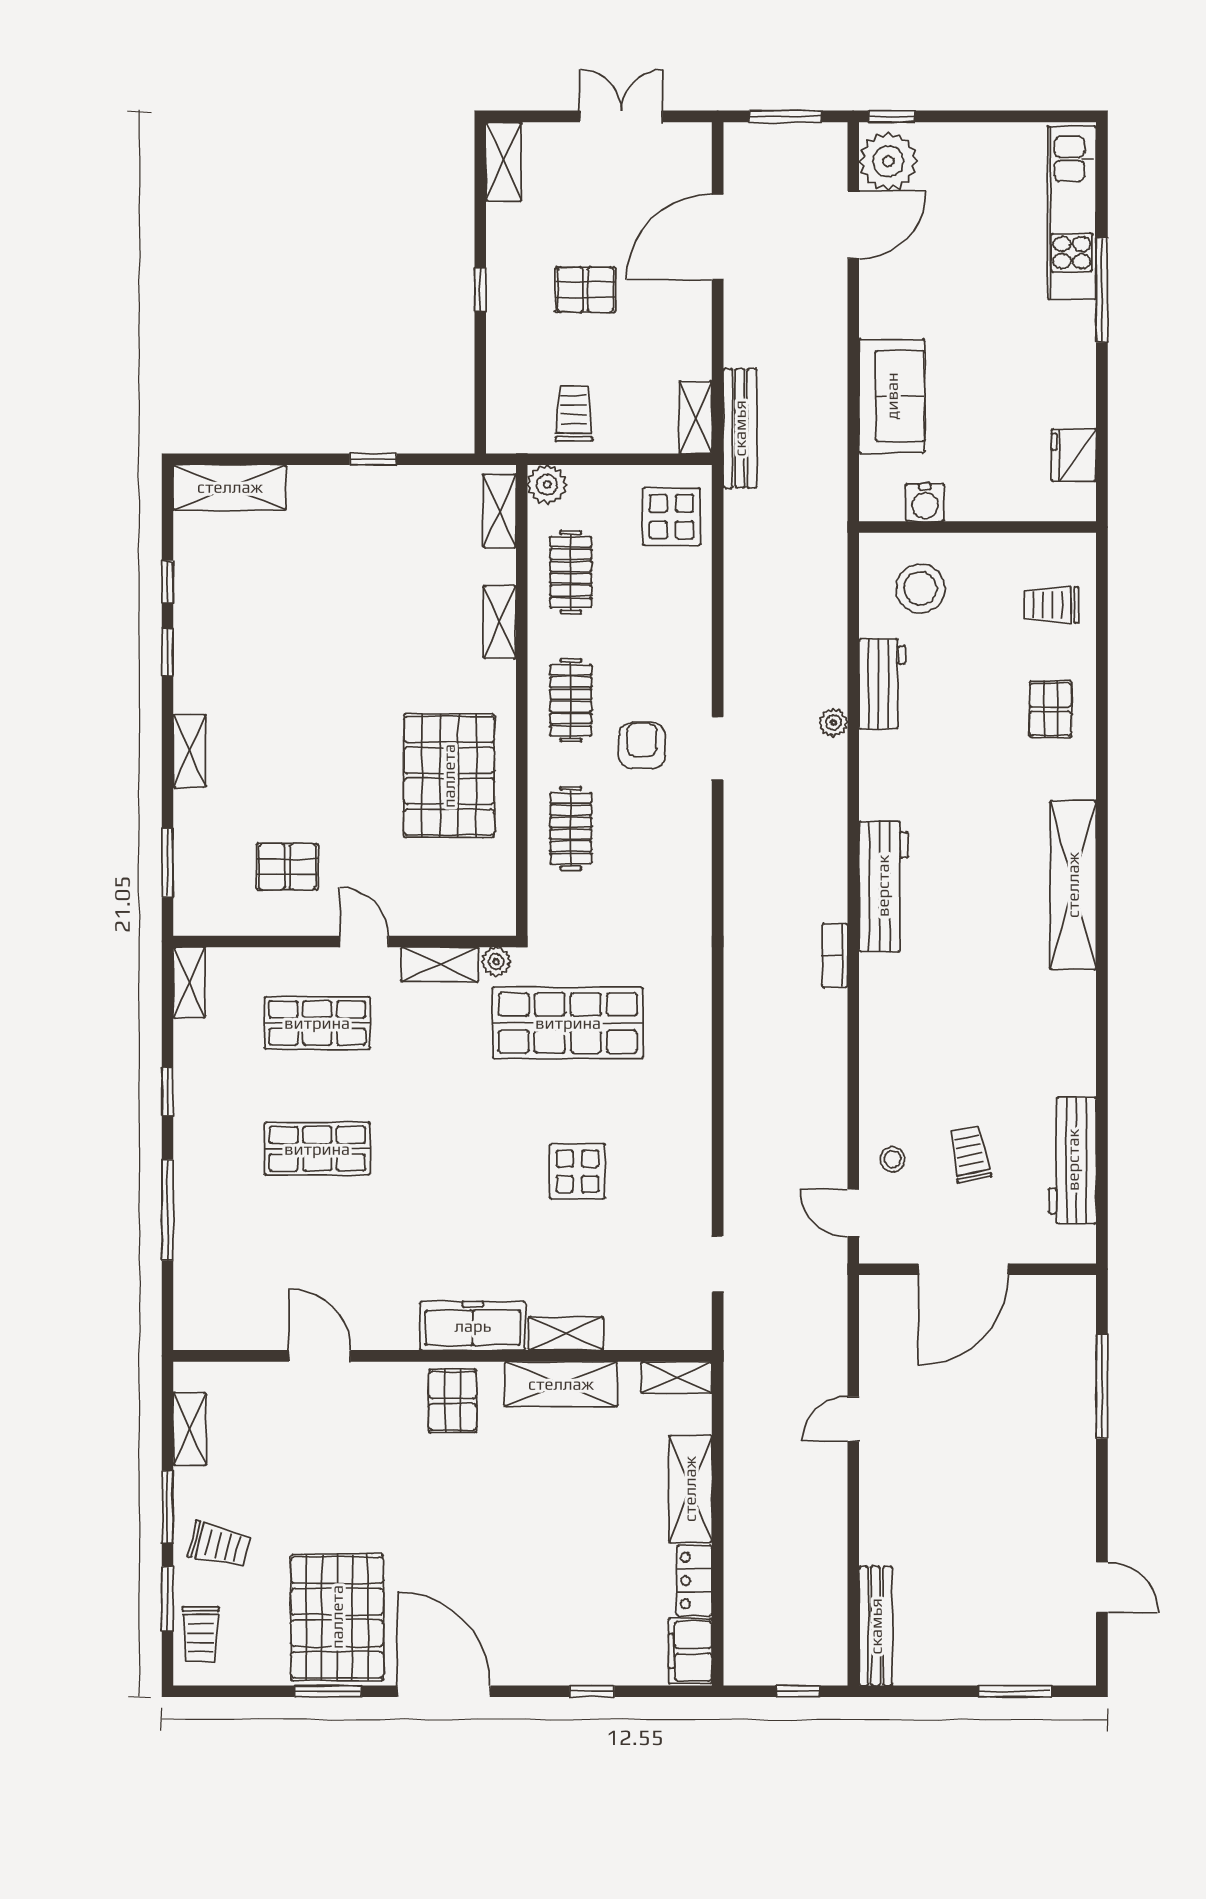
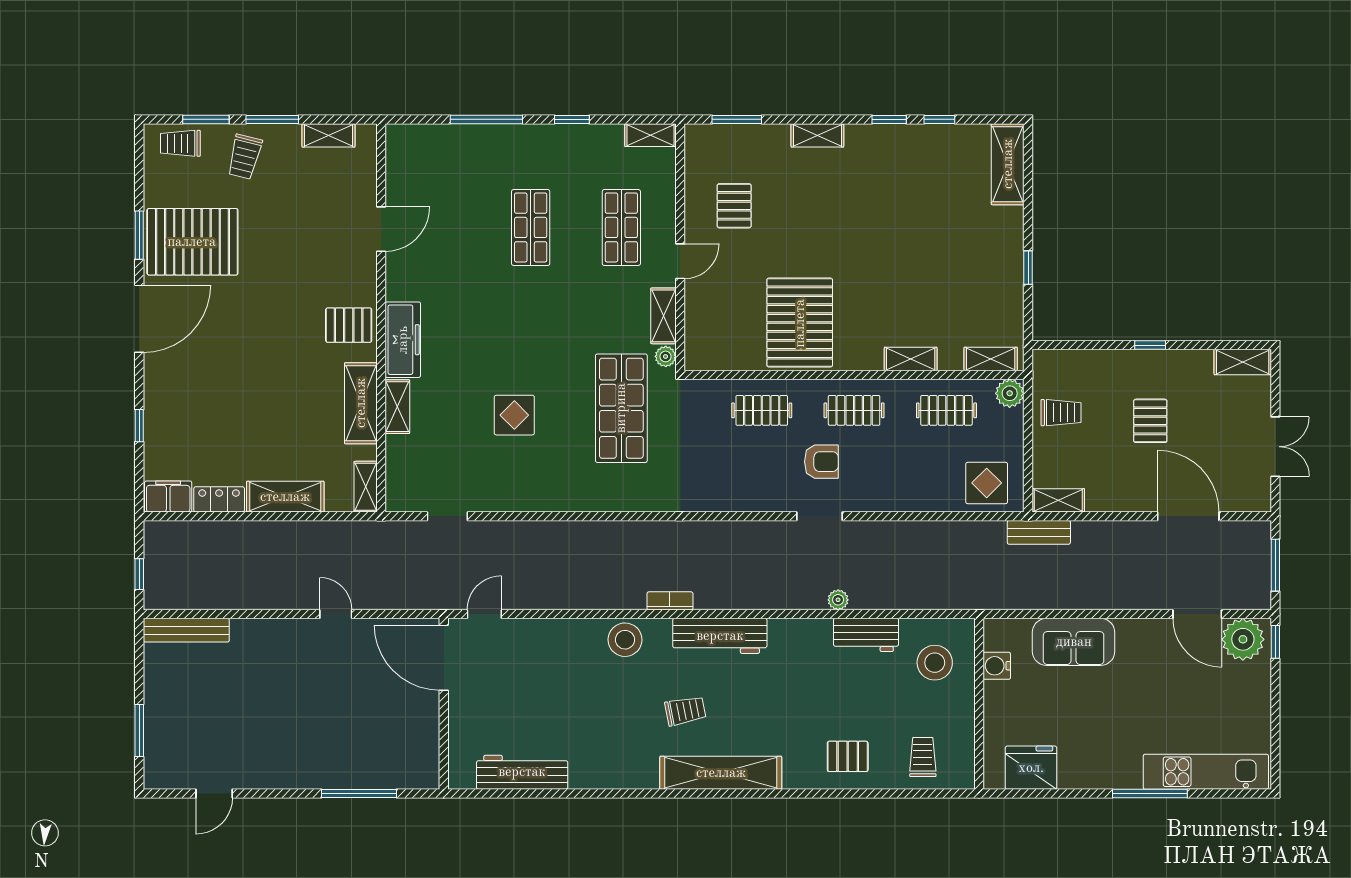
bench: (740, 428) -> (1039, 532), width x0.73
fridge: (1074, 455) -> (1031, 768), width x1.36, depth x1.34
pallet: (449, 776) -> (800, 323), turned 90
trolley: (970, 1154) -> (685, 711), moved
stool: (892, 1159) -> (625, 640), moved, width x1.89, depth x1.89
door: (963, 1269) -> (444, 658), moved

